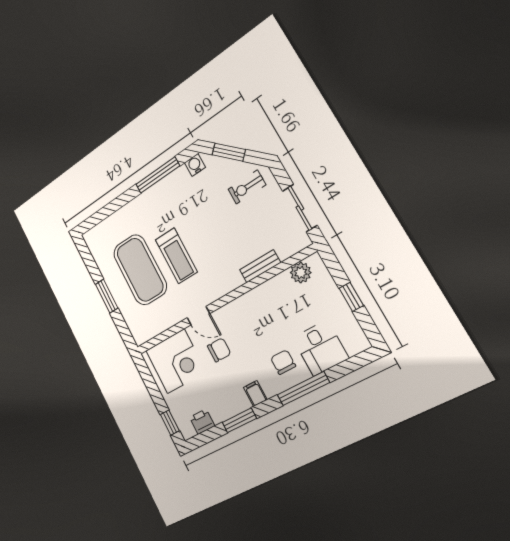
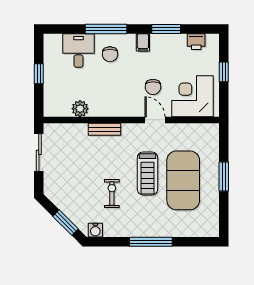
window: (158, 175) -> (151, 242), moved
exercise bike: (247, 187) -> (112, 194), moved, turned -90
treadmill: (176, 256) -> (148, 173), turned 180
bench: (260, 266) -> (105, 129), moved
plant: (301, 273) -> (80, 109), moved
chair: (219, 350) -> (153, 87), turned -90
window: (170, 423) -> (224, 72), moved

